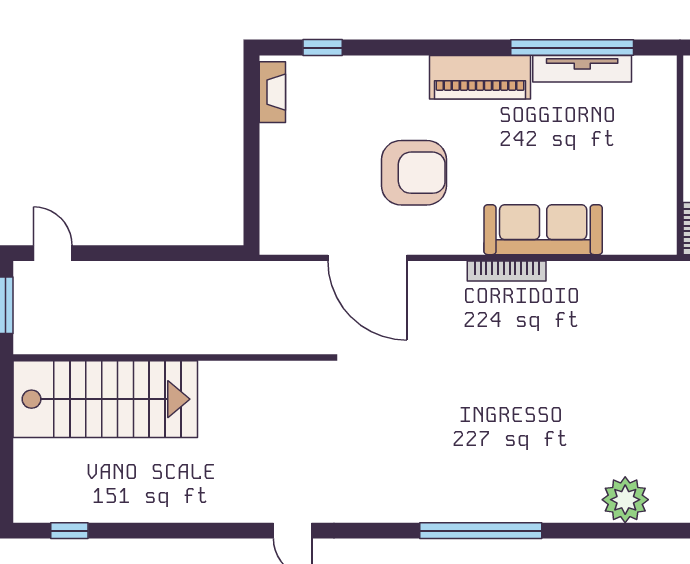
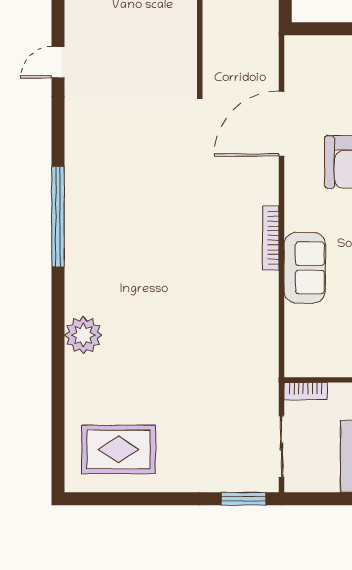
sofa: (543, 230) -> (305, 268), width x0.73

